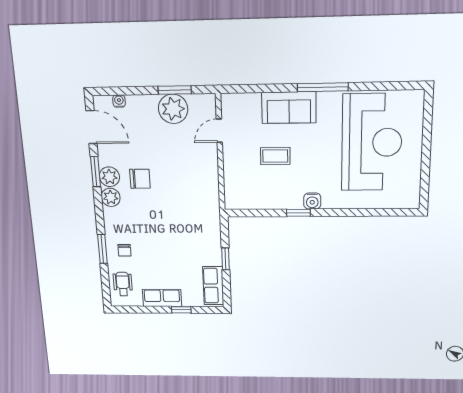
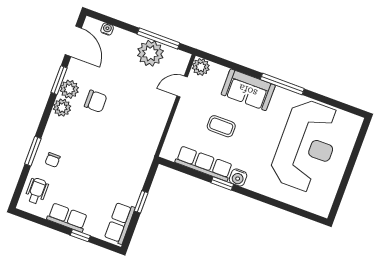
window: (175, 90) -> (158, 38), width x1.44
plant: (230, 103) -> (201, 67), added
row of seats: (272, 200) -> (204, 163), added

